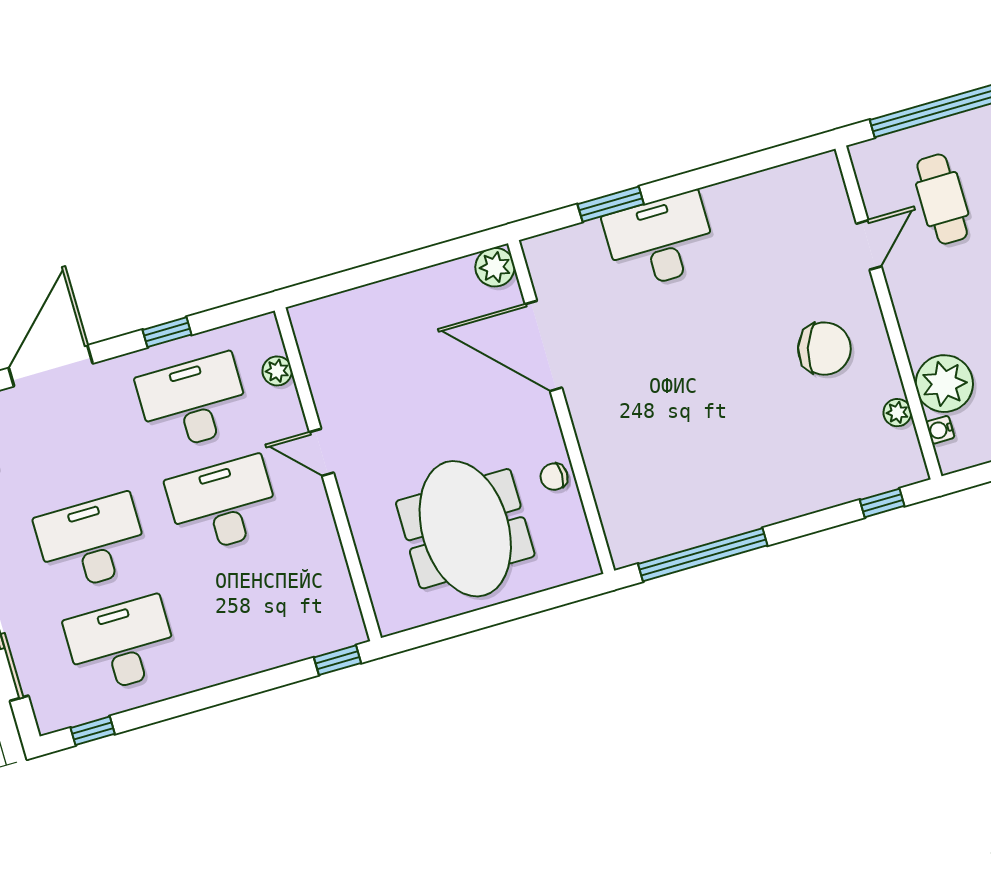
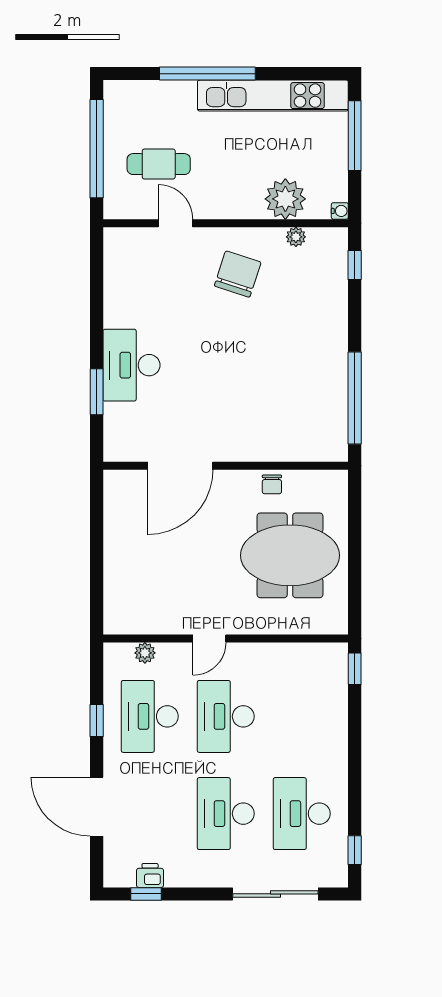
plant: (495, 267) -> (117, 483), removed
water cooler: (940, 430) -> (340, 211), moved, turned -90

